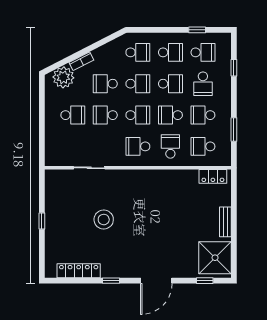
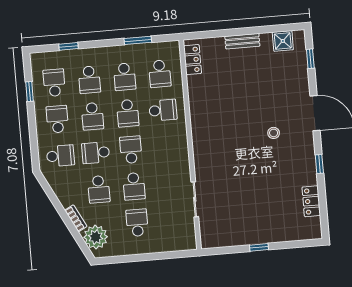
school desk: (138, 52) -> (60, 156), turned 90
school desk: (138, 84) -> (96, 153), turned -90
school desk: (170, 84) -> (93, 116), turned 180
school desk: (203, 84) -> (89, 80), turned 90
school desk: (138, 146) -> (166, 147), removed
school desk: (170, 146) -> (163, 110), turned 180
stool: (104, 220) -> (274, 133), moved, width x0.53, depth x0.53
shower: (215, 258) -> (283, 41), width x0.54, depth x0.54
locker: (79, 271) -> (311, 201), width x0.66

